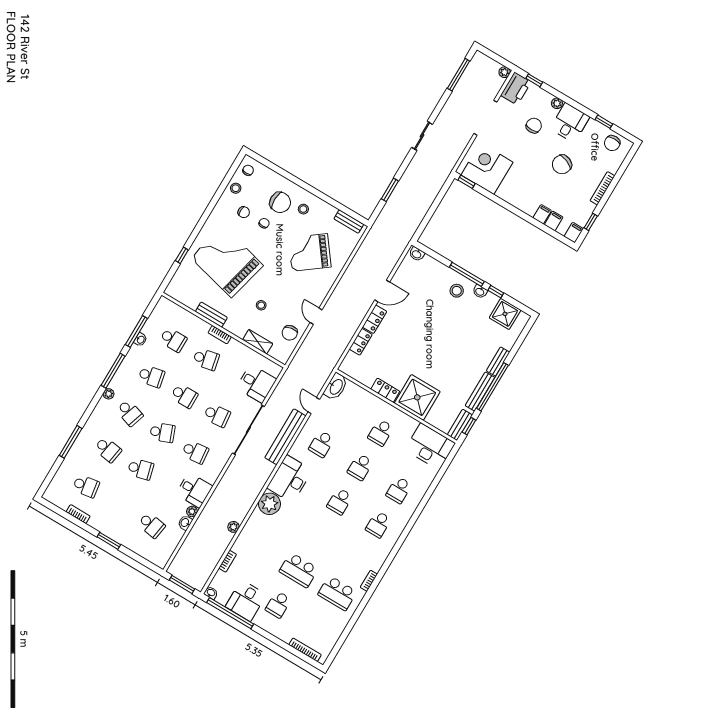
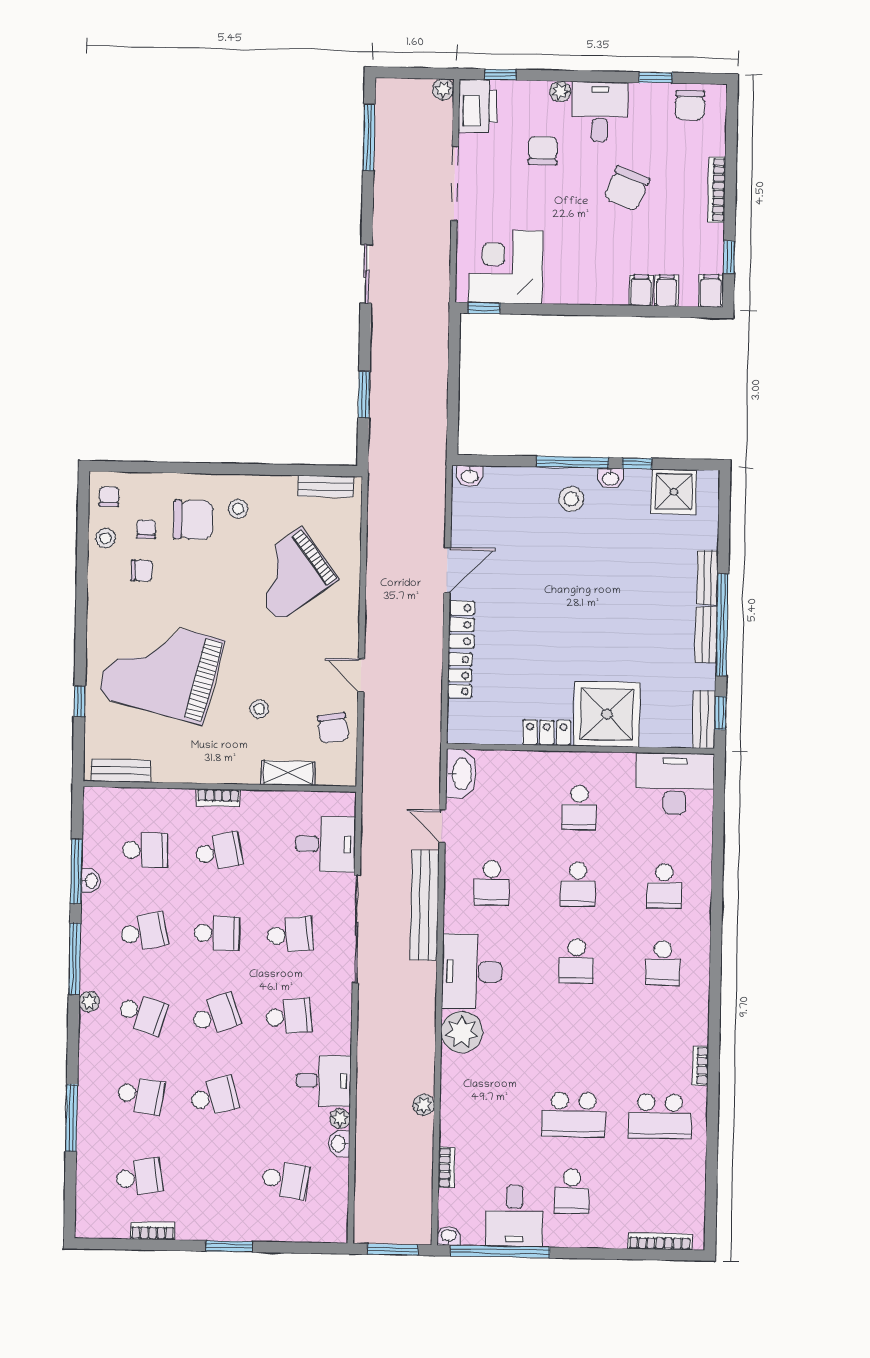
chair: (264, 223) -> (146, 529), moved
bench: (211, 315) -> (121, 771), moved
bench: (480, 391) -> (706, 635), width x0.73

